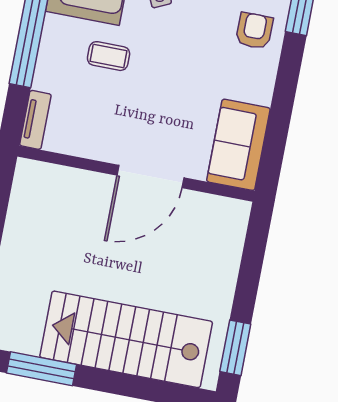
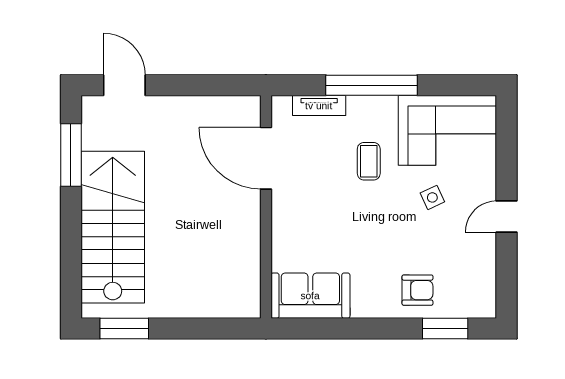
tv unit: (35, 120) -> (319, 106), moved
door: (150, 177) -> (266, 158), moved

